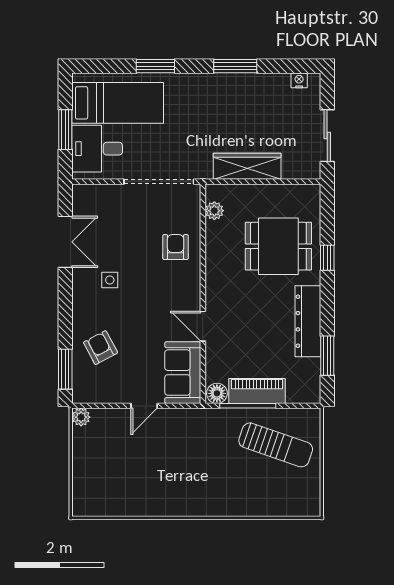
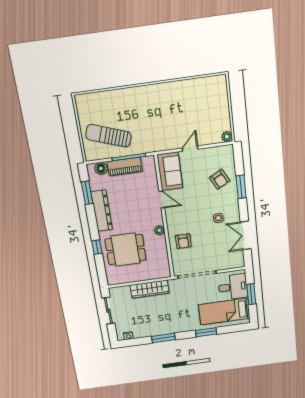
plant: (214, 211) -> (159, 230), moved
window: (65, 369) -> (241, 187), moved
floor lamp: (217, 393) -> (101, 168), moved

